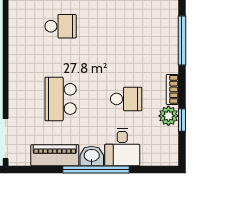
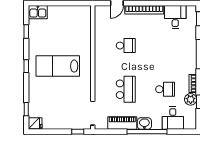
school desk: (61, 99) -> (126, 89), turned 180
desk: (122, 147) -> (173, 118), moved

